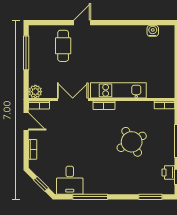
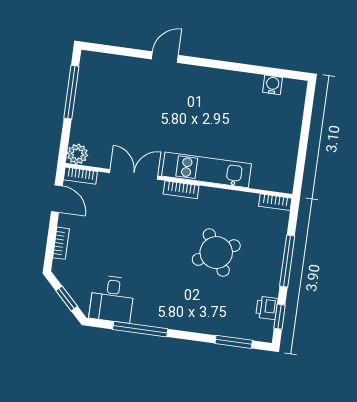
cafe table: (63, 46) -> (130, 89), removed

